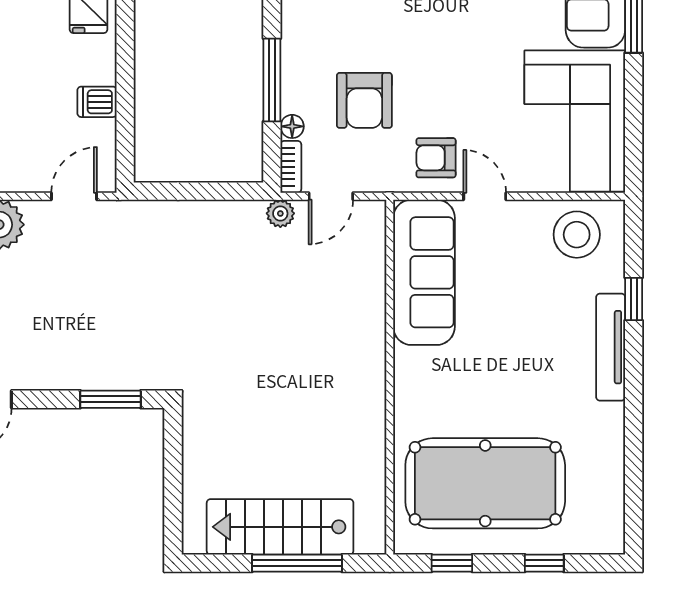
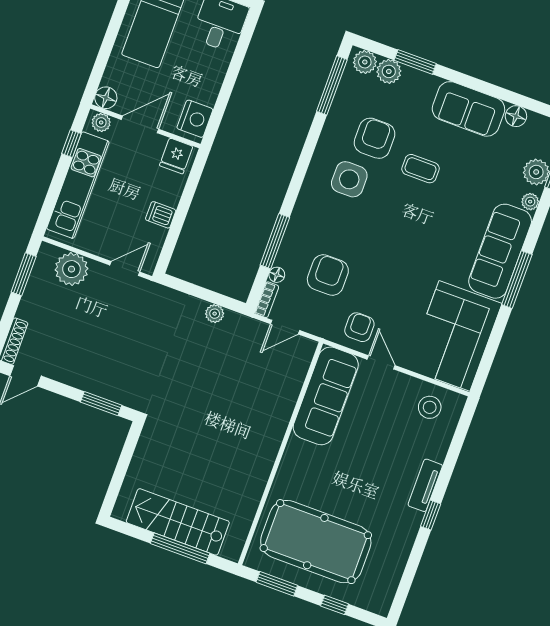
armchair: (364, 100) -> (328, 275), turned 180
armchair: (436, 158) -> (359, 327), turned 90
plant: (280, 213) -> (215, 314), moved
stool: (577, 235) -> (430, 407), width x0.73, depth x0.73
window: (634, 299) -> (431, 515), moved
tv unit: (611, 347) -> (425, 485), width x0.71
window: (452, 563) -> (277, 584), width x1.50

